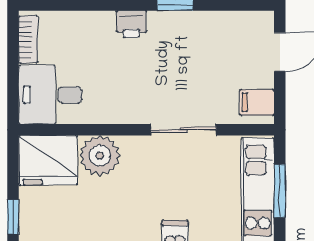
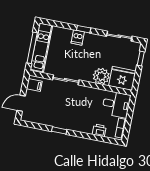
printer: (131, 24) -> (99, 130), moved
window: (280, 191) -> (32, 48), width x1.44

